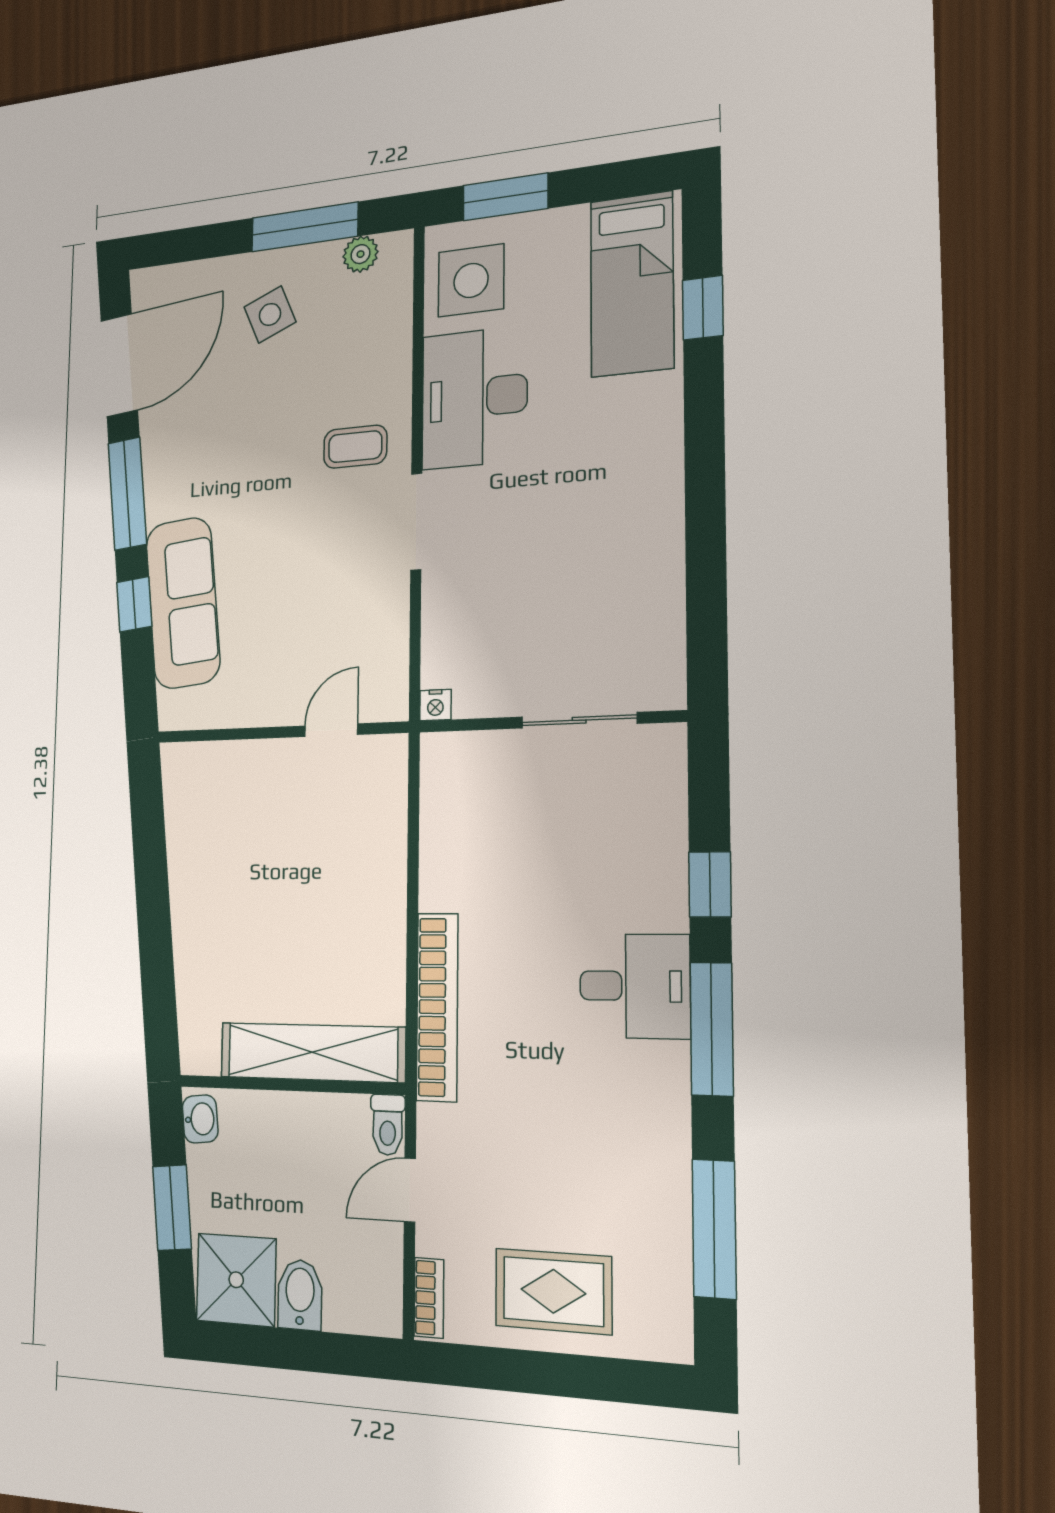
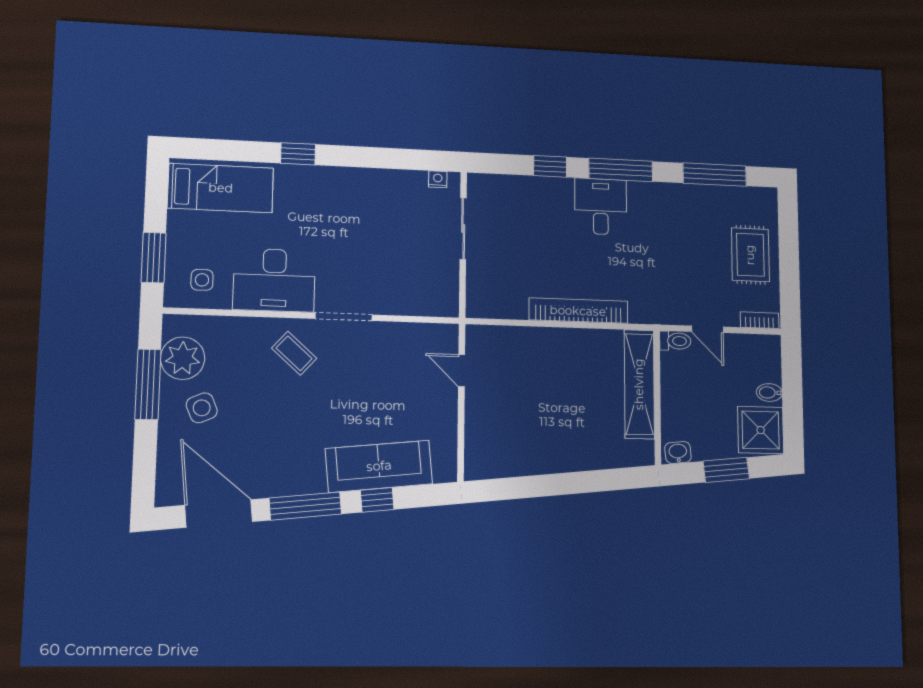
plant: (360, 254) -> (183, 358), width x1.88, depth x1.88
side table: (471, 280) -> (202, 280), width x0.54, depth x0.54
window: (703, 308) -> (298, 154), moved
coffee table: (355, 447) -> (294, 353), turned -48
nightstand: (435, 705) -> (438, 179), moved, turned -90
bookcase: (437, 1007) -> (578, 311), moved
bidet: (300, 1295) -> (769, 393), width x0.72, depth x0.74

